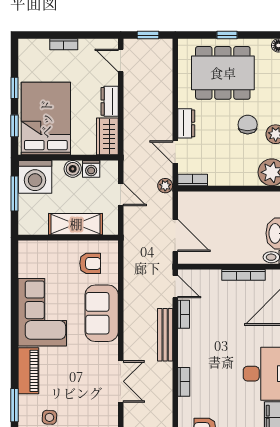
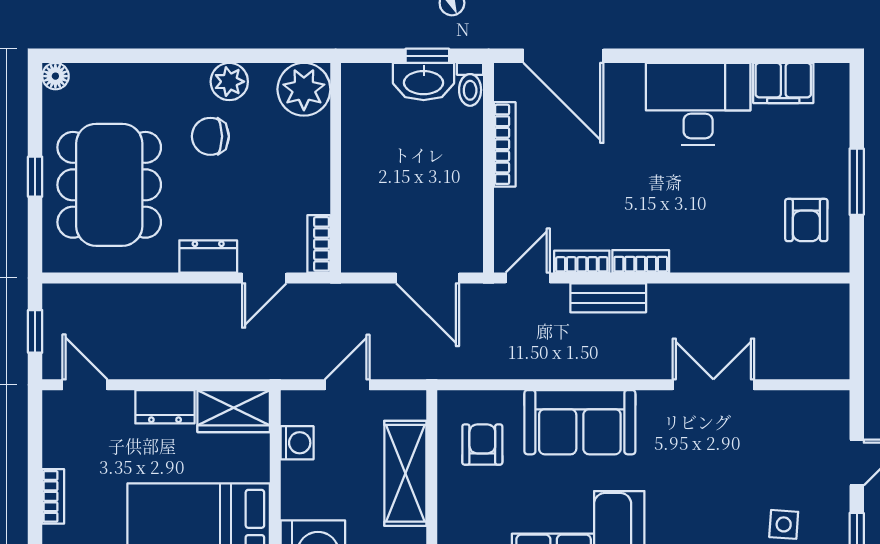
door: (121, 60) -> (85, 385), swing flipped
boiler: (73, 169) -> (297, 479), removed
plant: (165, 186) -> (330, 298), removed
door: (175, 236) -> (428, 278), swing flipped
bench: (165, 335) -> (608, 298), width x0.73
bookcase: (184, 382) -> (641, 261), moved

